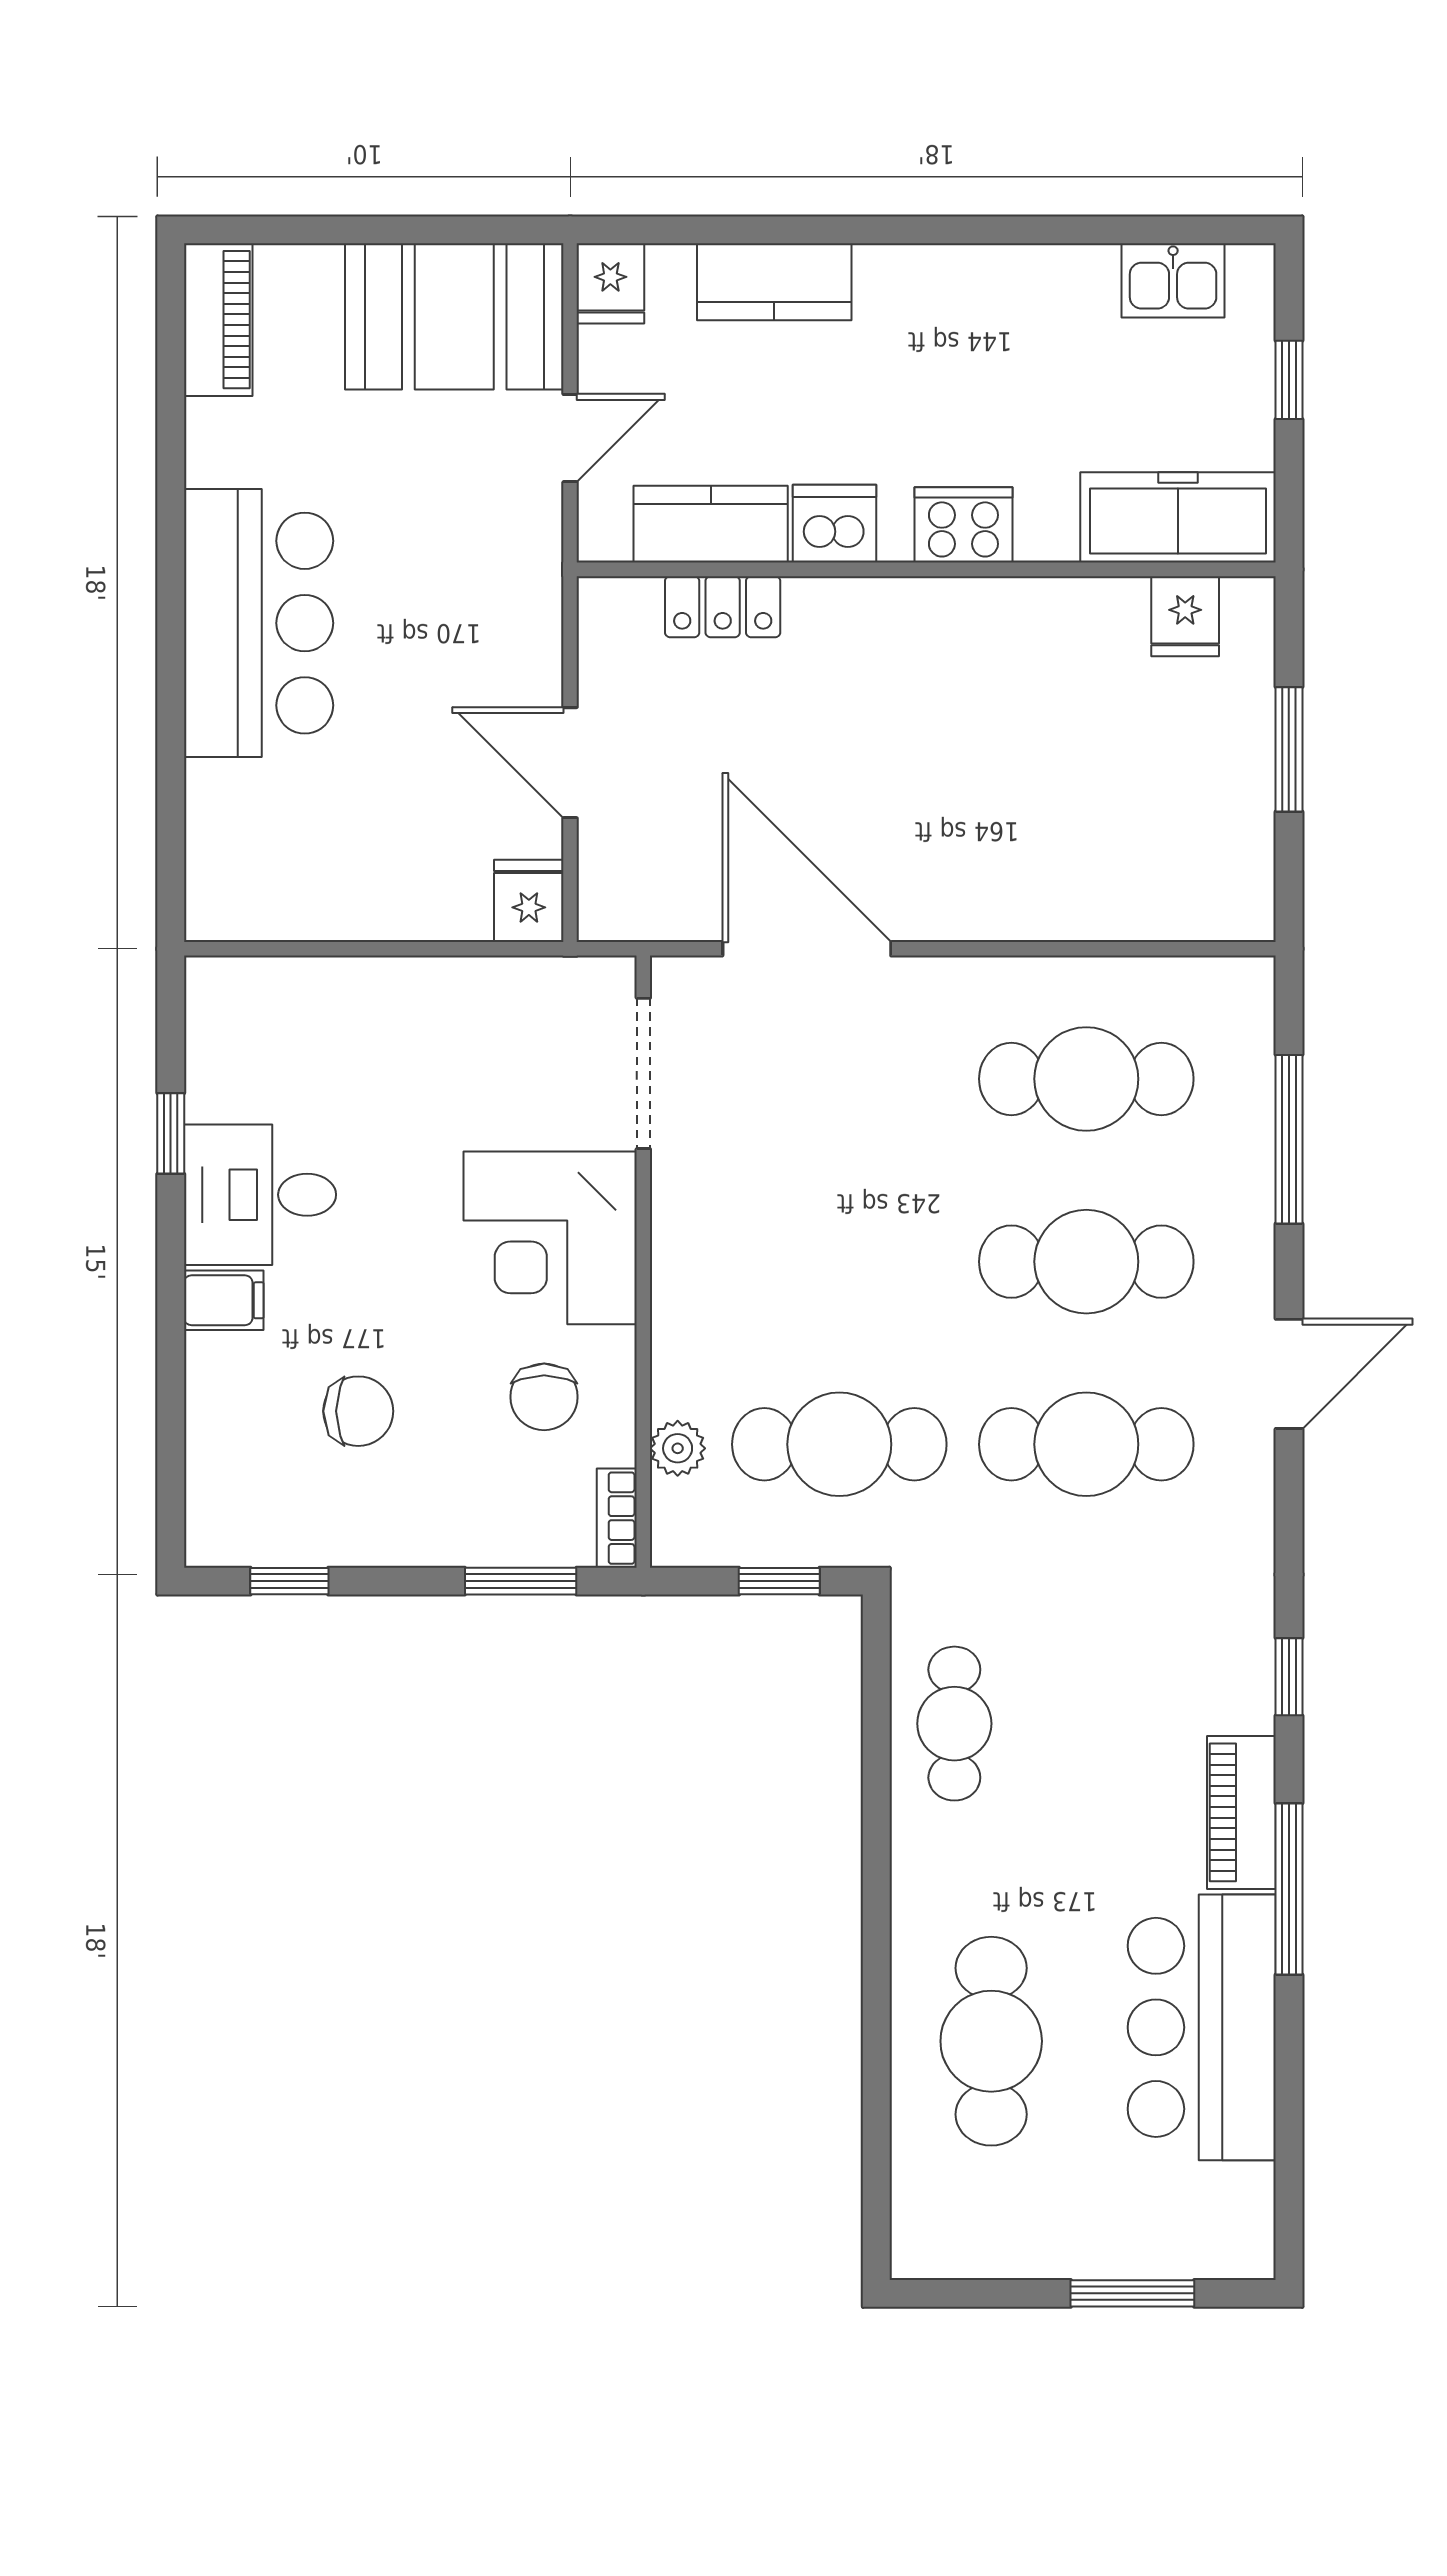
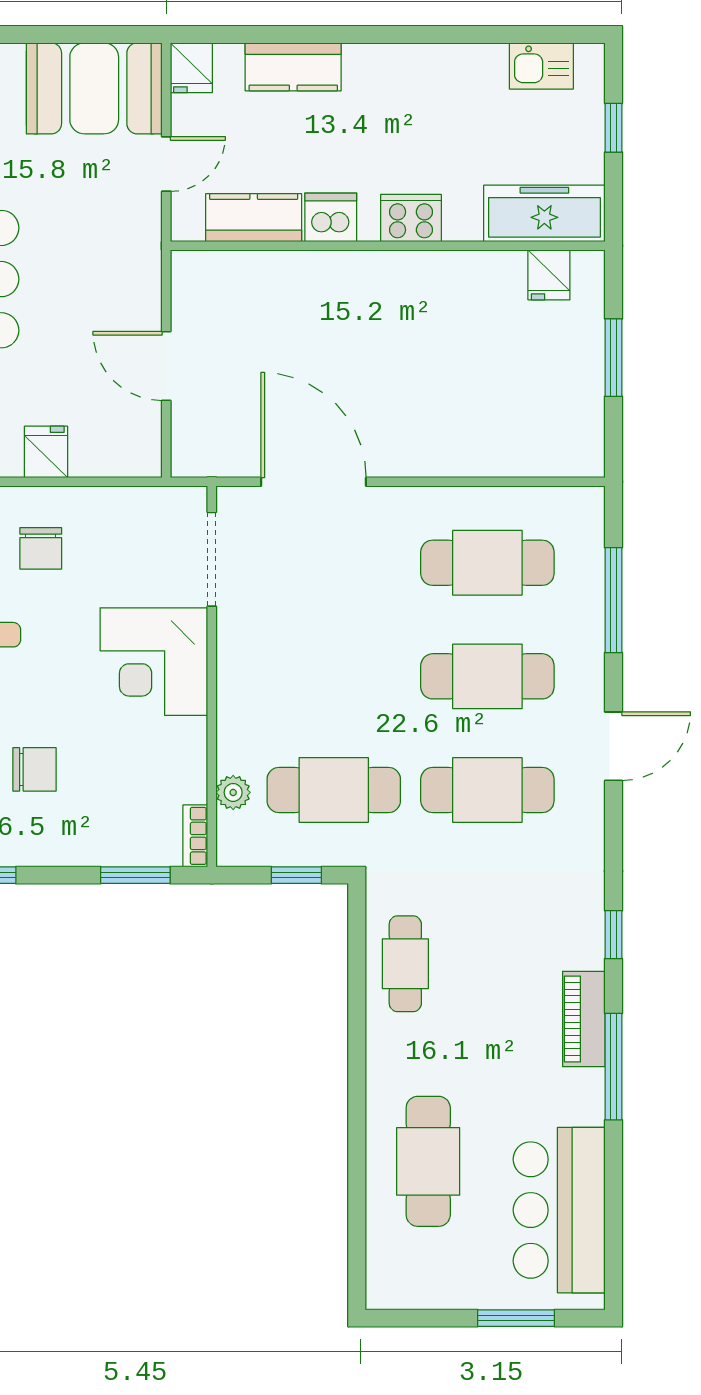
locker: (723, 607) -> (261, 269), removed
fridge: (529, 901) -> (46, 452), moved
chair: (544, 1397) -> (41, 548), moved
bar counter: (1202, 2027) -> (559, 1210), moved

